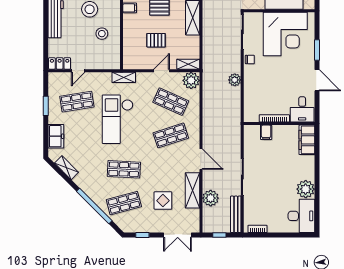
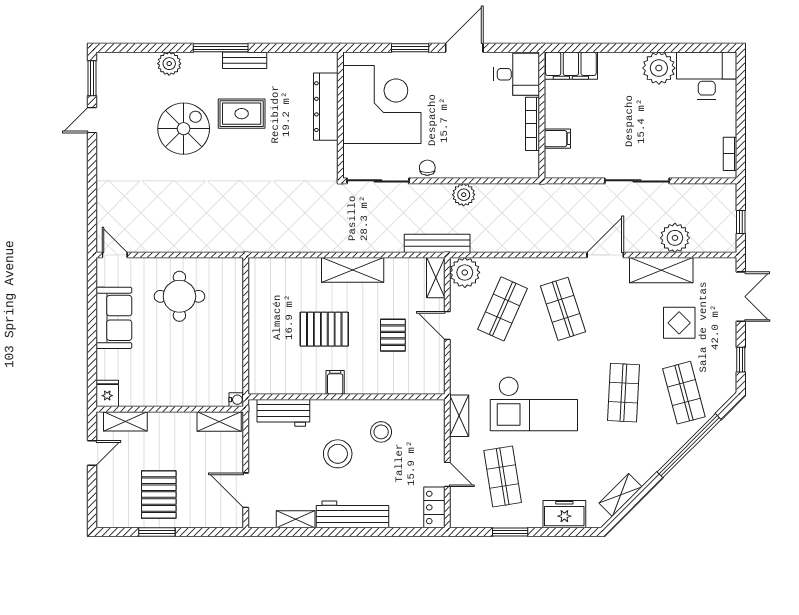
shelving: (124, 77) -> (459, 416), moved
bench: (236, 214) -> (437, 243), moved

